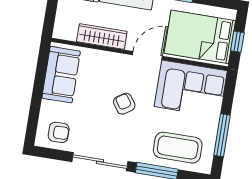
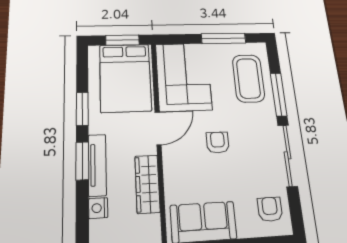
window: (237, 42) -> (122, 40), width x1.50
door: (147, 55) -> (158, 128), swing flipped
armchair: (124, 104) -> (218, 142), turned 124

